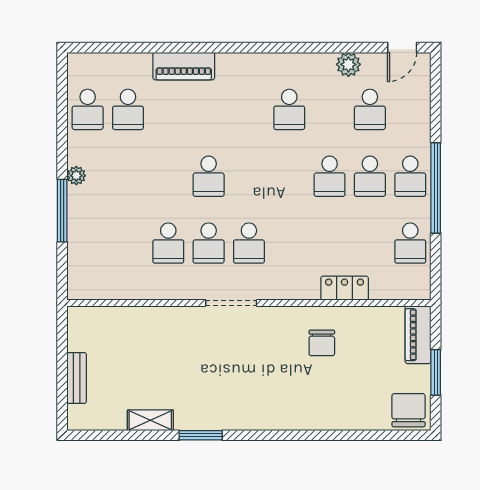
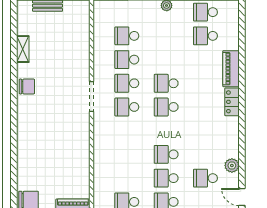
school desk: (289, 109) -> (166, 107), moved
school desk: (128, 243) -> (127, 36), added
locker: (345, 288) -> (232, 102), moved, turned 180
chair: (322, 343) -> (27, 86), moved, turned 180
window: (201, 435) -> (14, 79), removed

